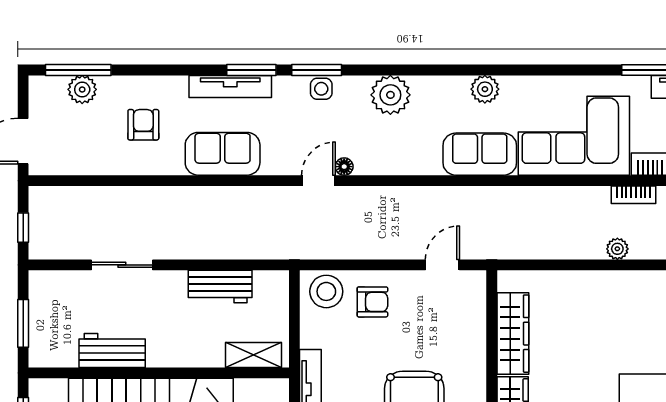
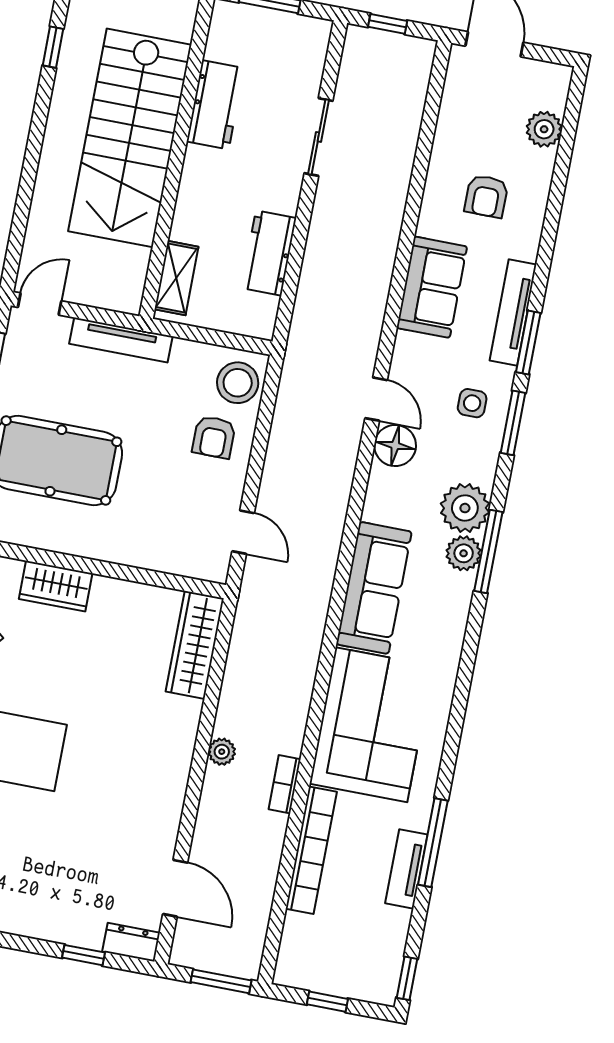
window: (78, 70) -> (488, 551), moved
side table: (321, 89) -> (472, 403), moved
plant: (485, 89) -> (464, 553), moved
armchair: (143, 125) -> (486, 196), turned 90
sofa: (480, 154) -> (374, 588), width x1.36
floor lamp: (344, 167) -> (395, 446), width x1.89, depth x1.89
wardrobe: (513, 334) -> (195, 645), moved, turned 90

